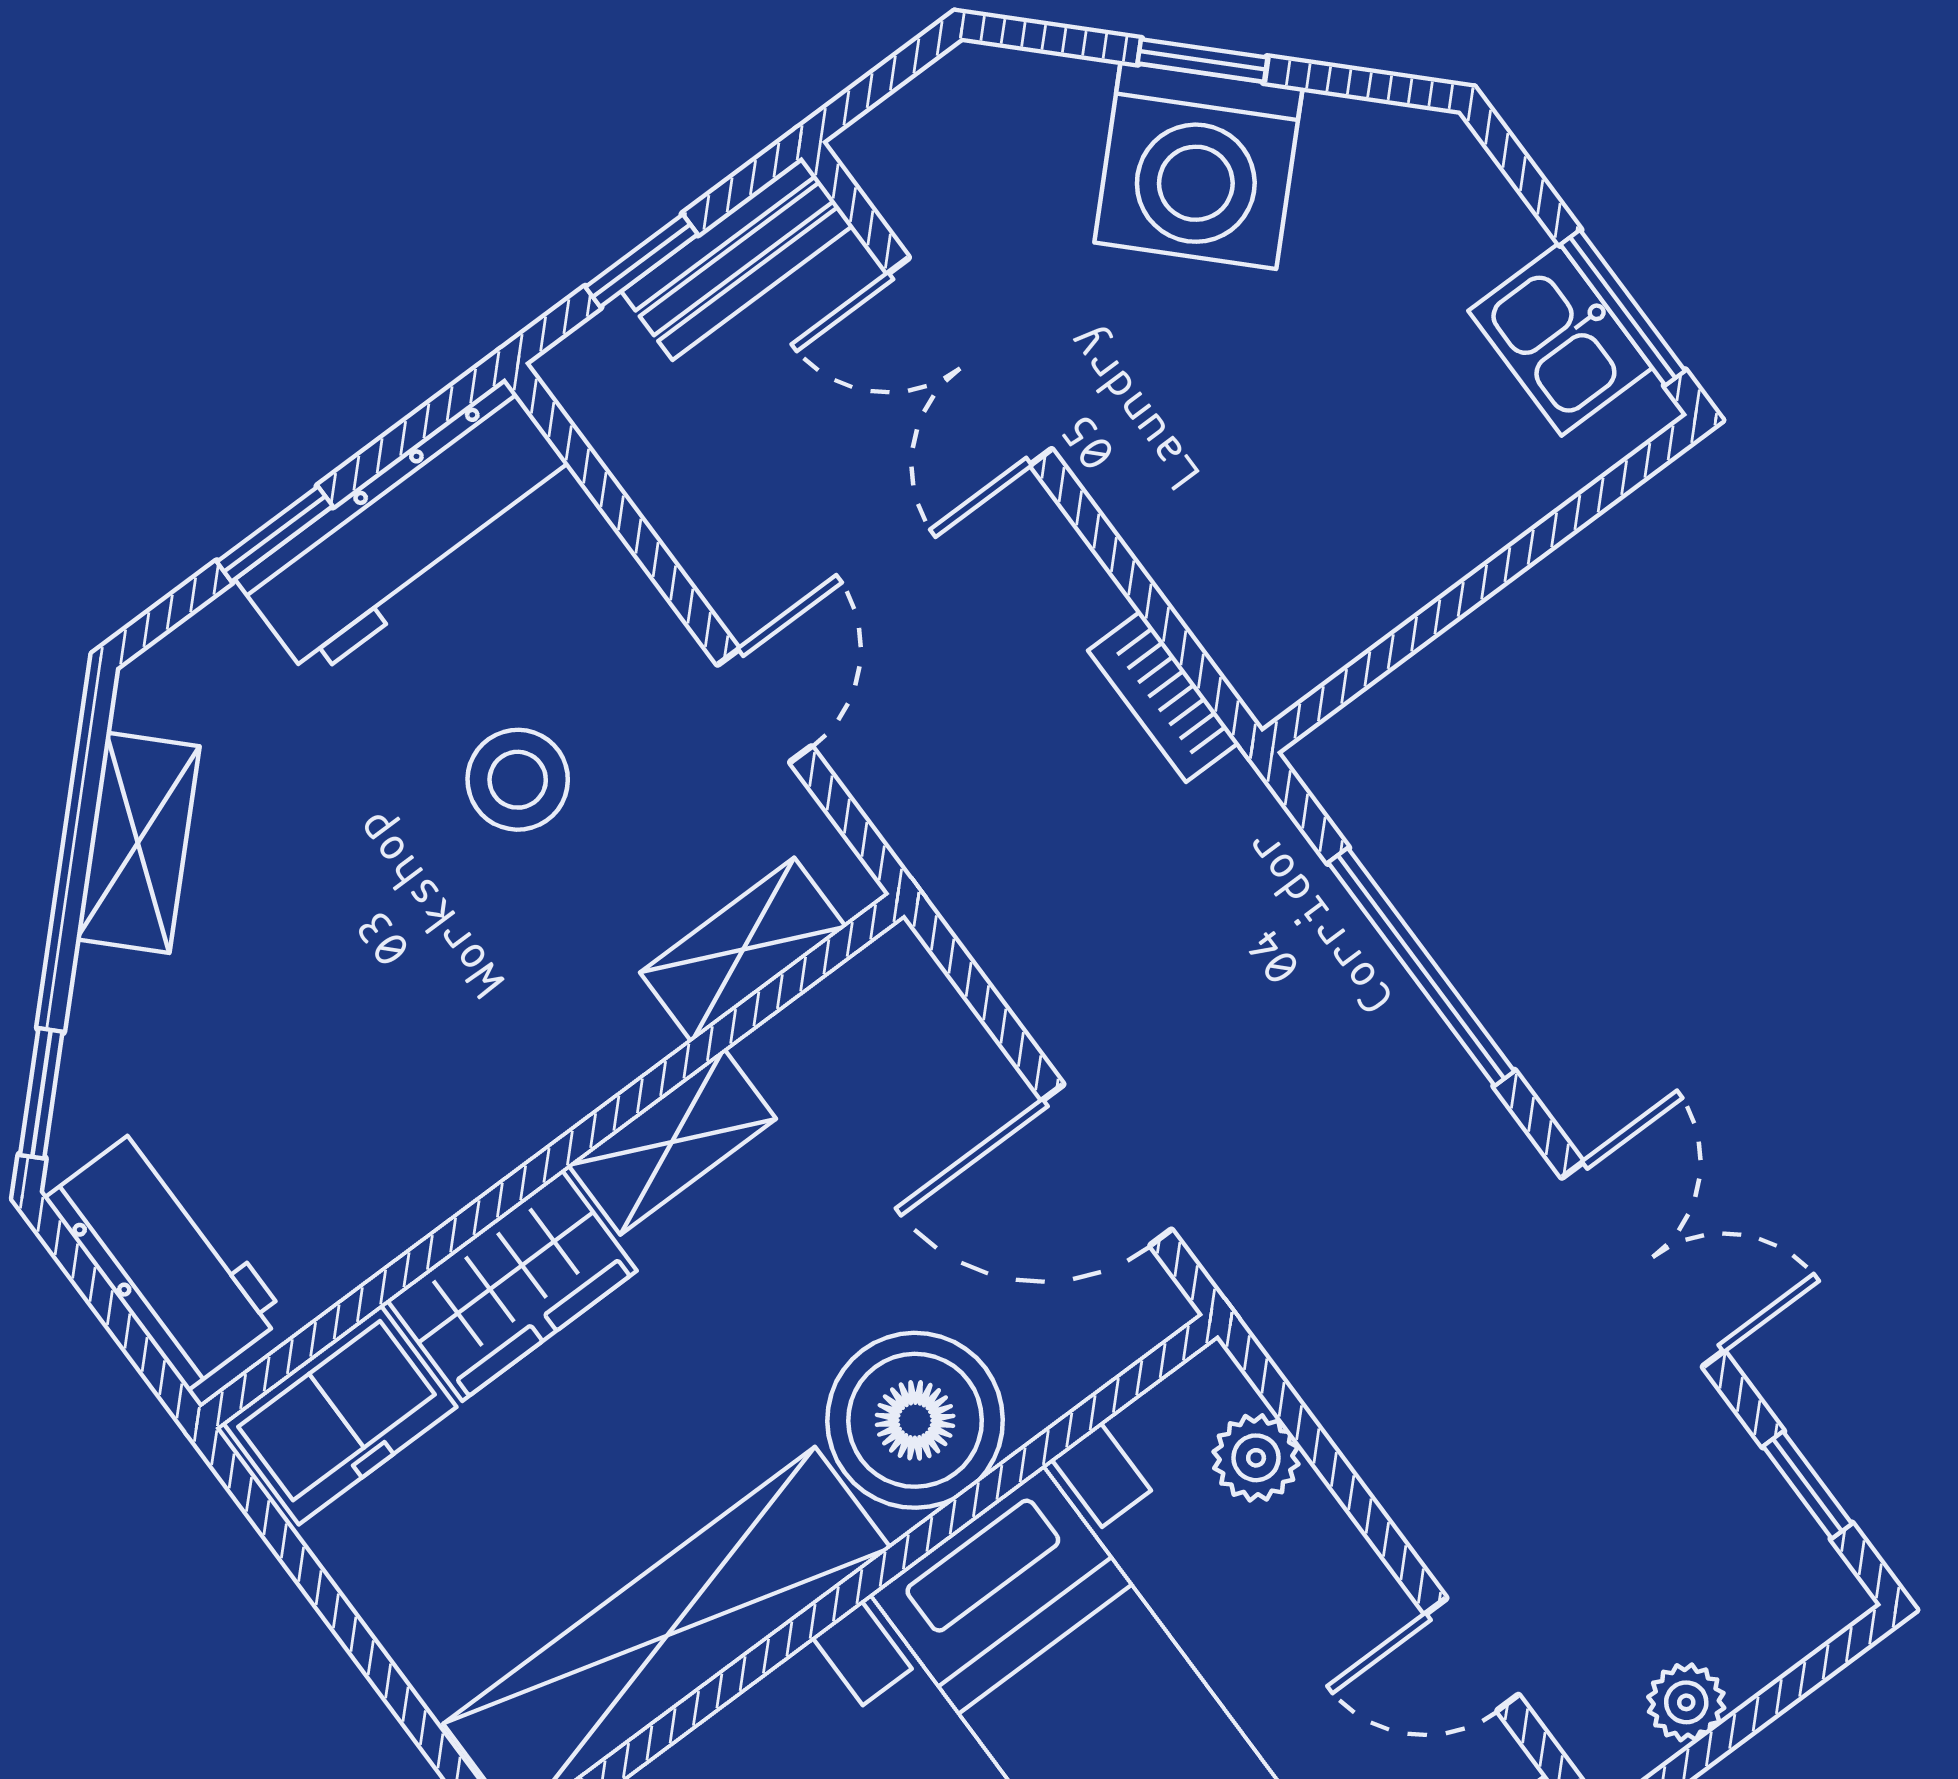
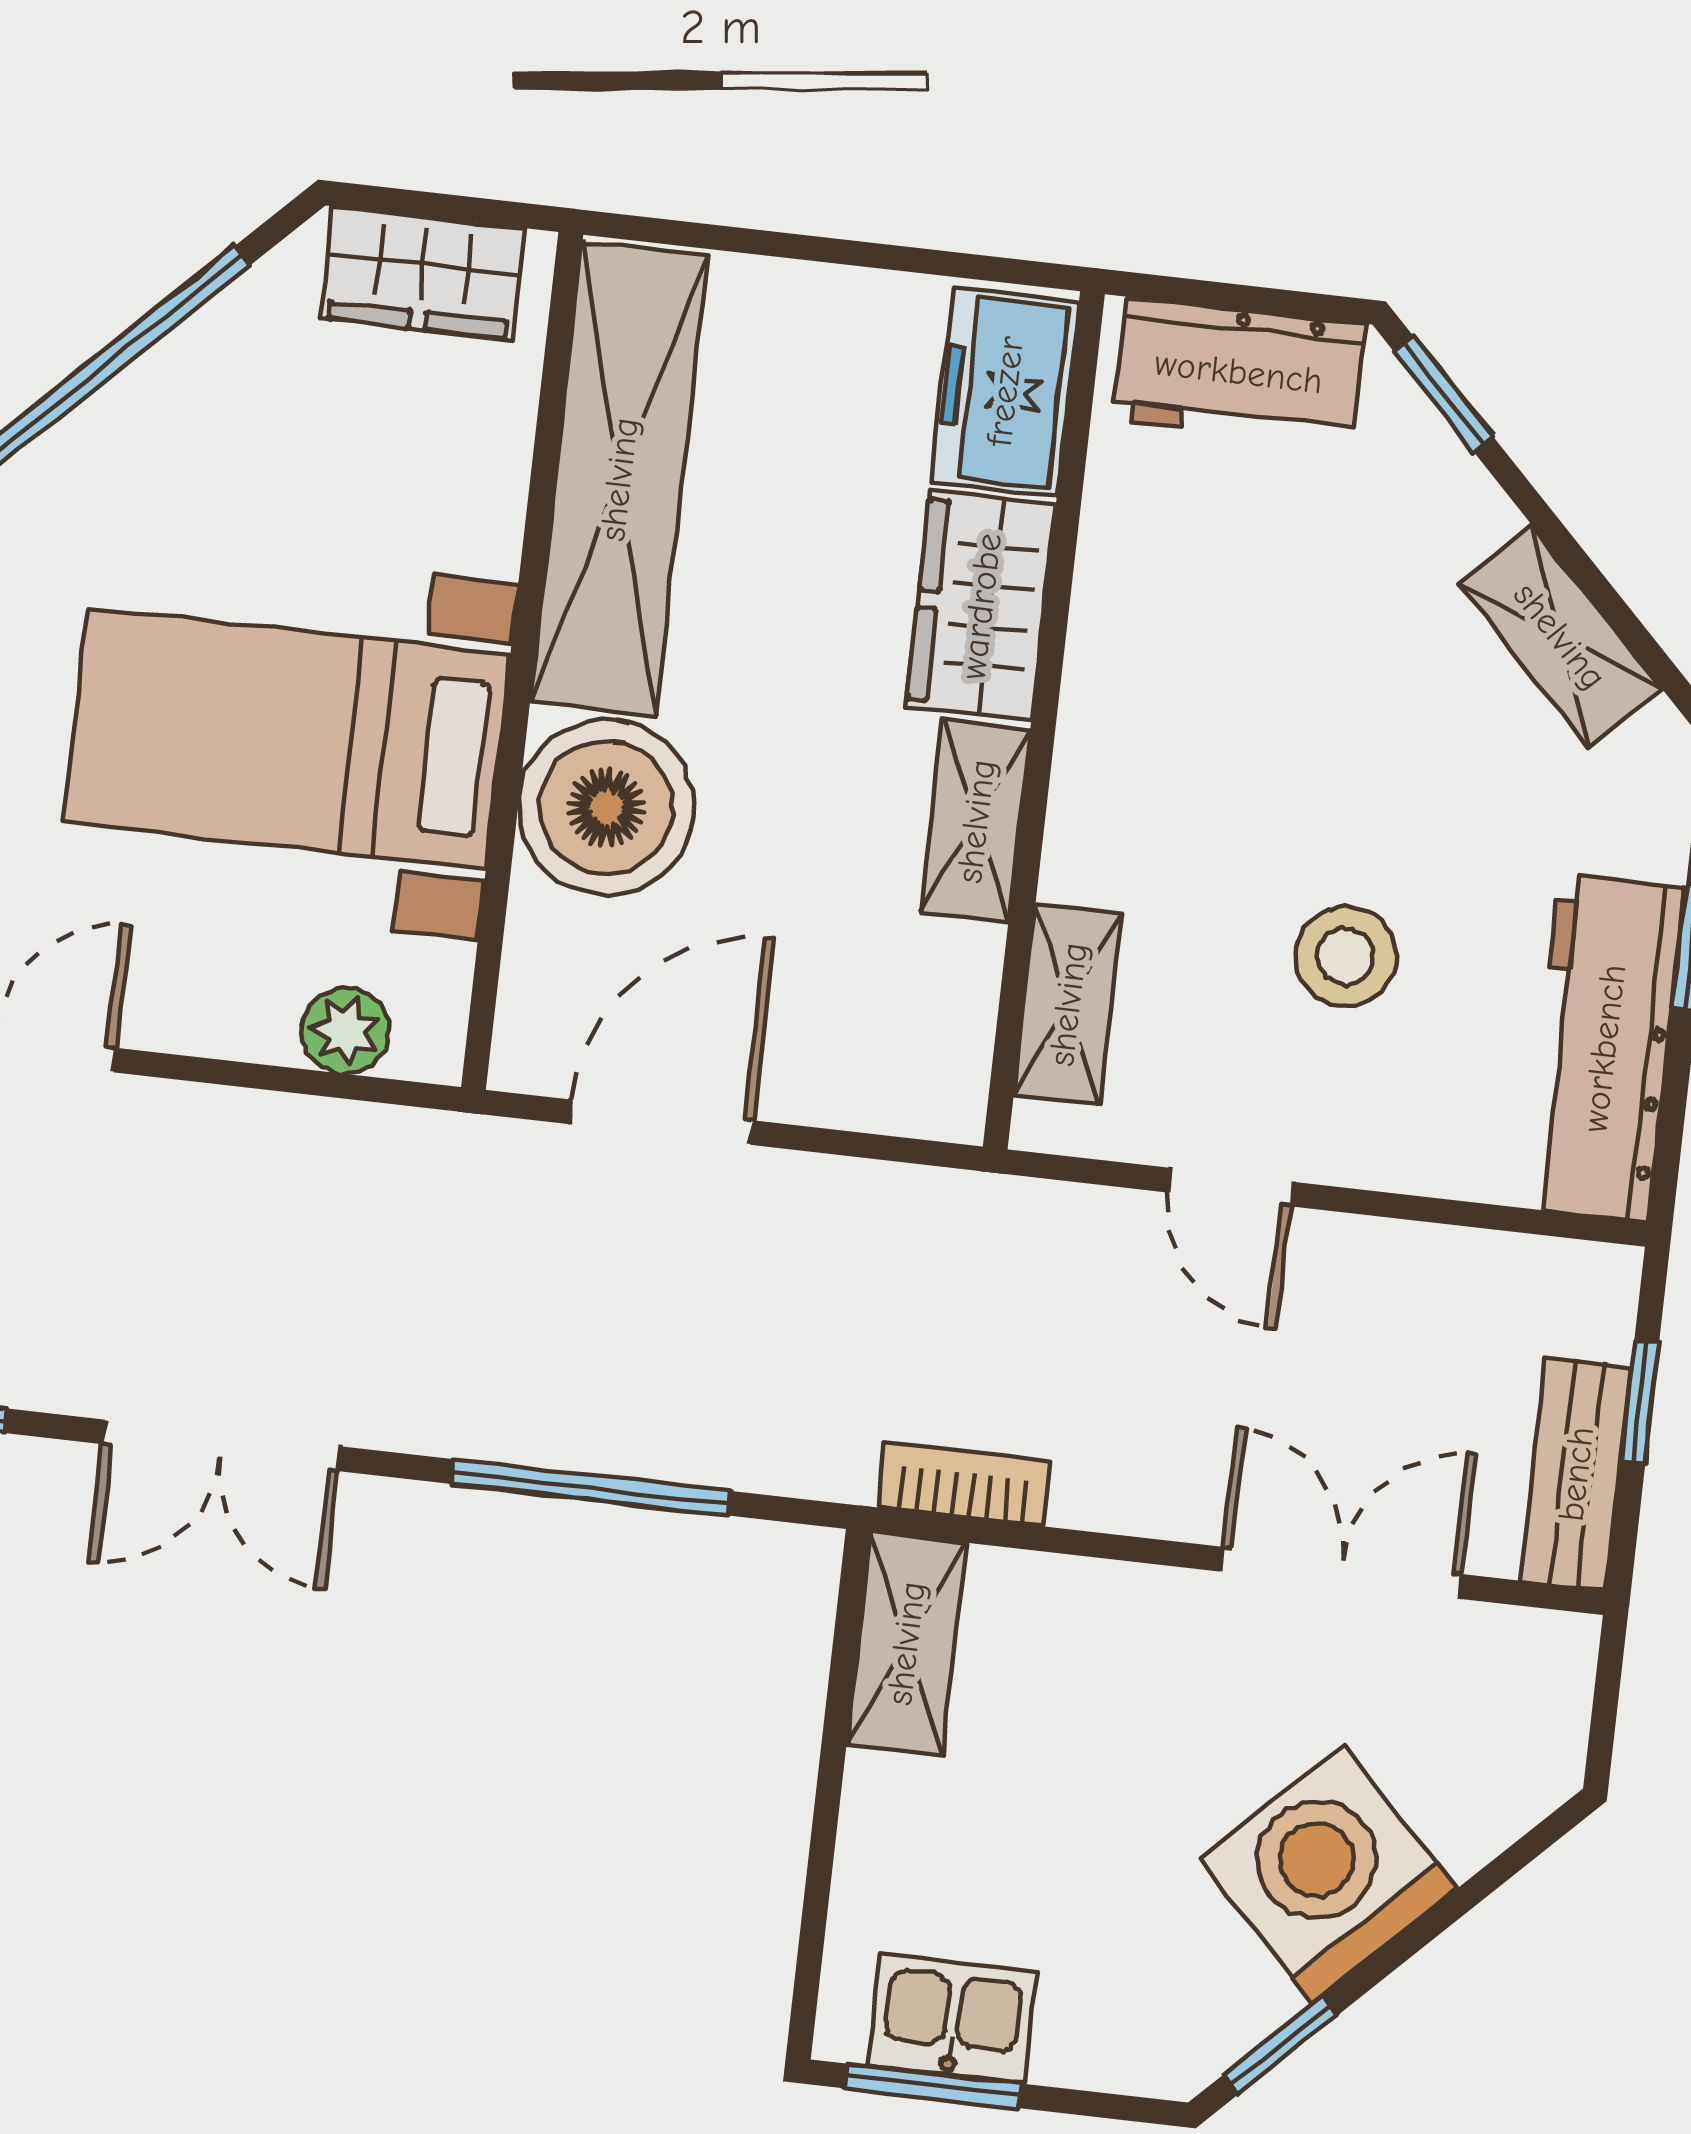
window: (1202, 60) -> (1280, 2045), moved
shelving: (1319, 630) -> (906, 1643), added

